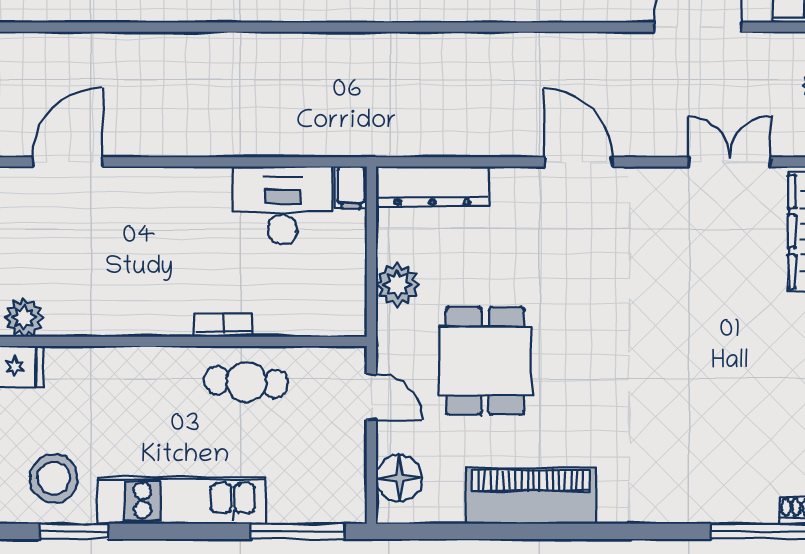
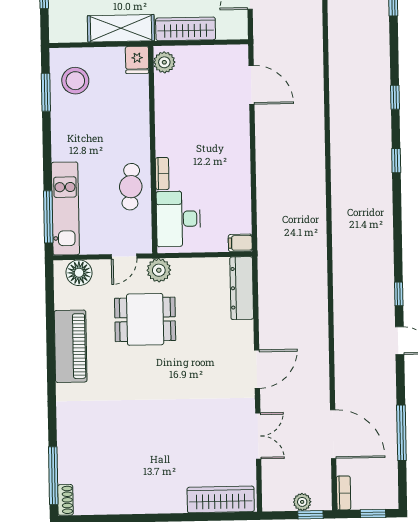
double door: (730, 162) -> (258, 436), moved
desk: (283, 205) -> (178, 219), moved, turned 180
plant: (397, 285) -> (159, 270), moved
kitchen unit: (181, 500) -> (65, 209), moved

